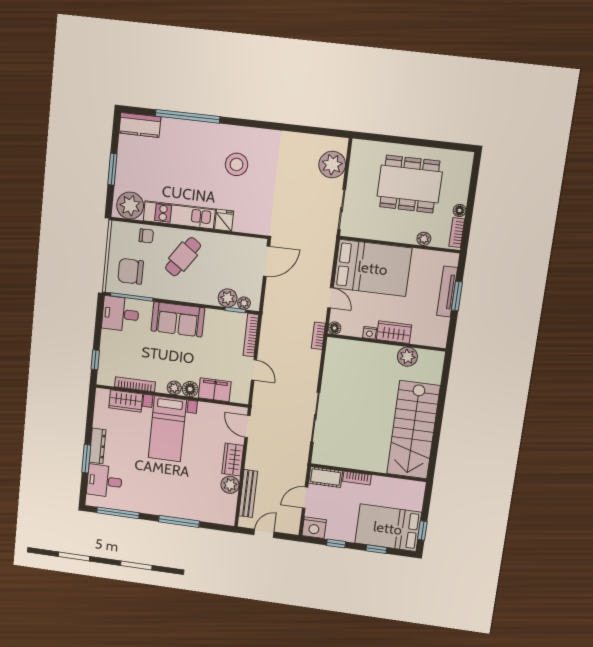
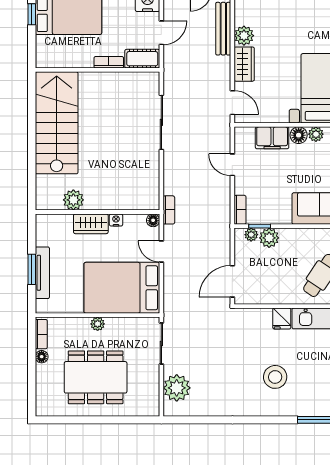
plant: (424, 239) -> (98, 324), moved
bookcase: (251, 335) -> (240, 210), width x0.64

